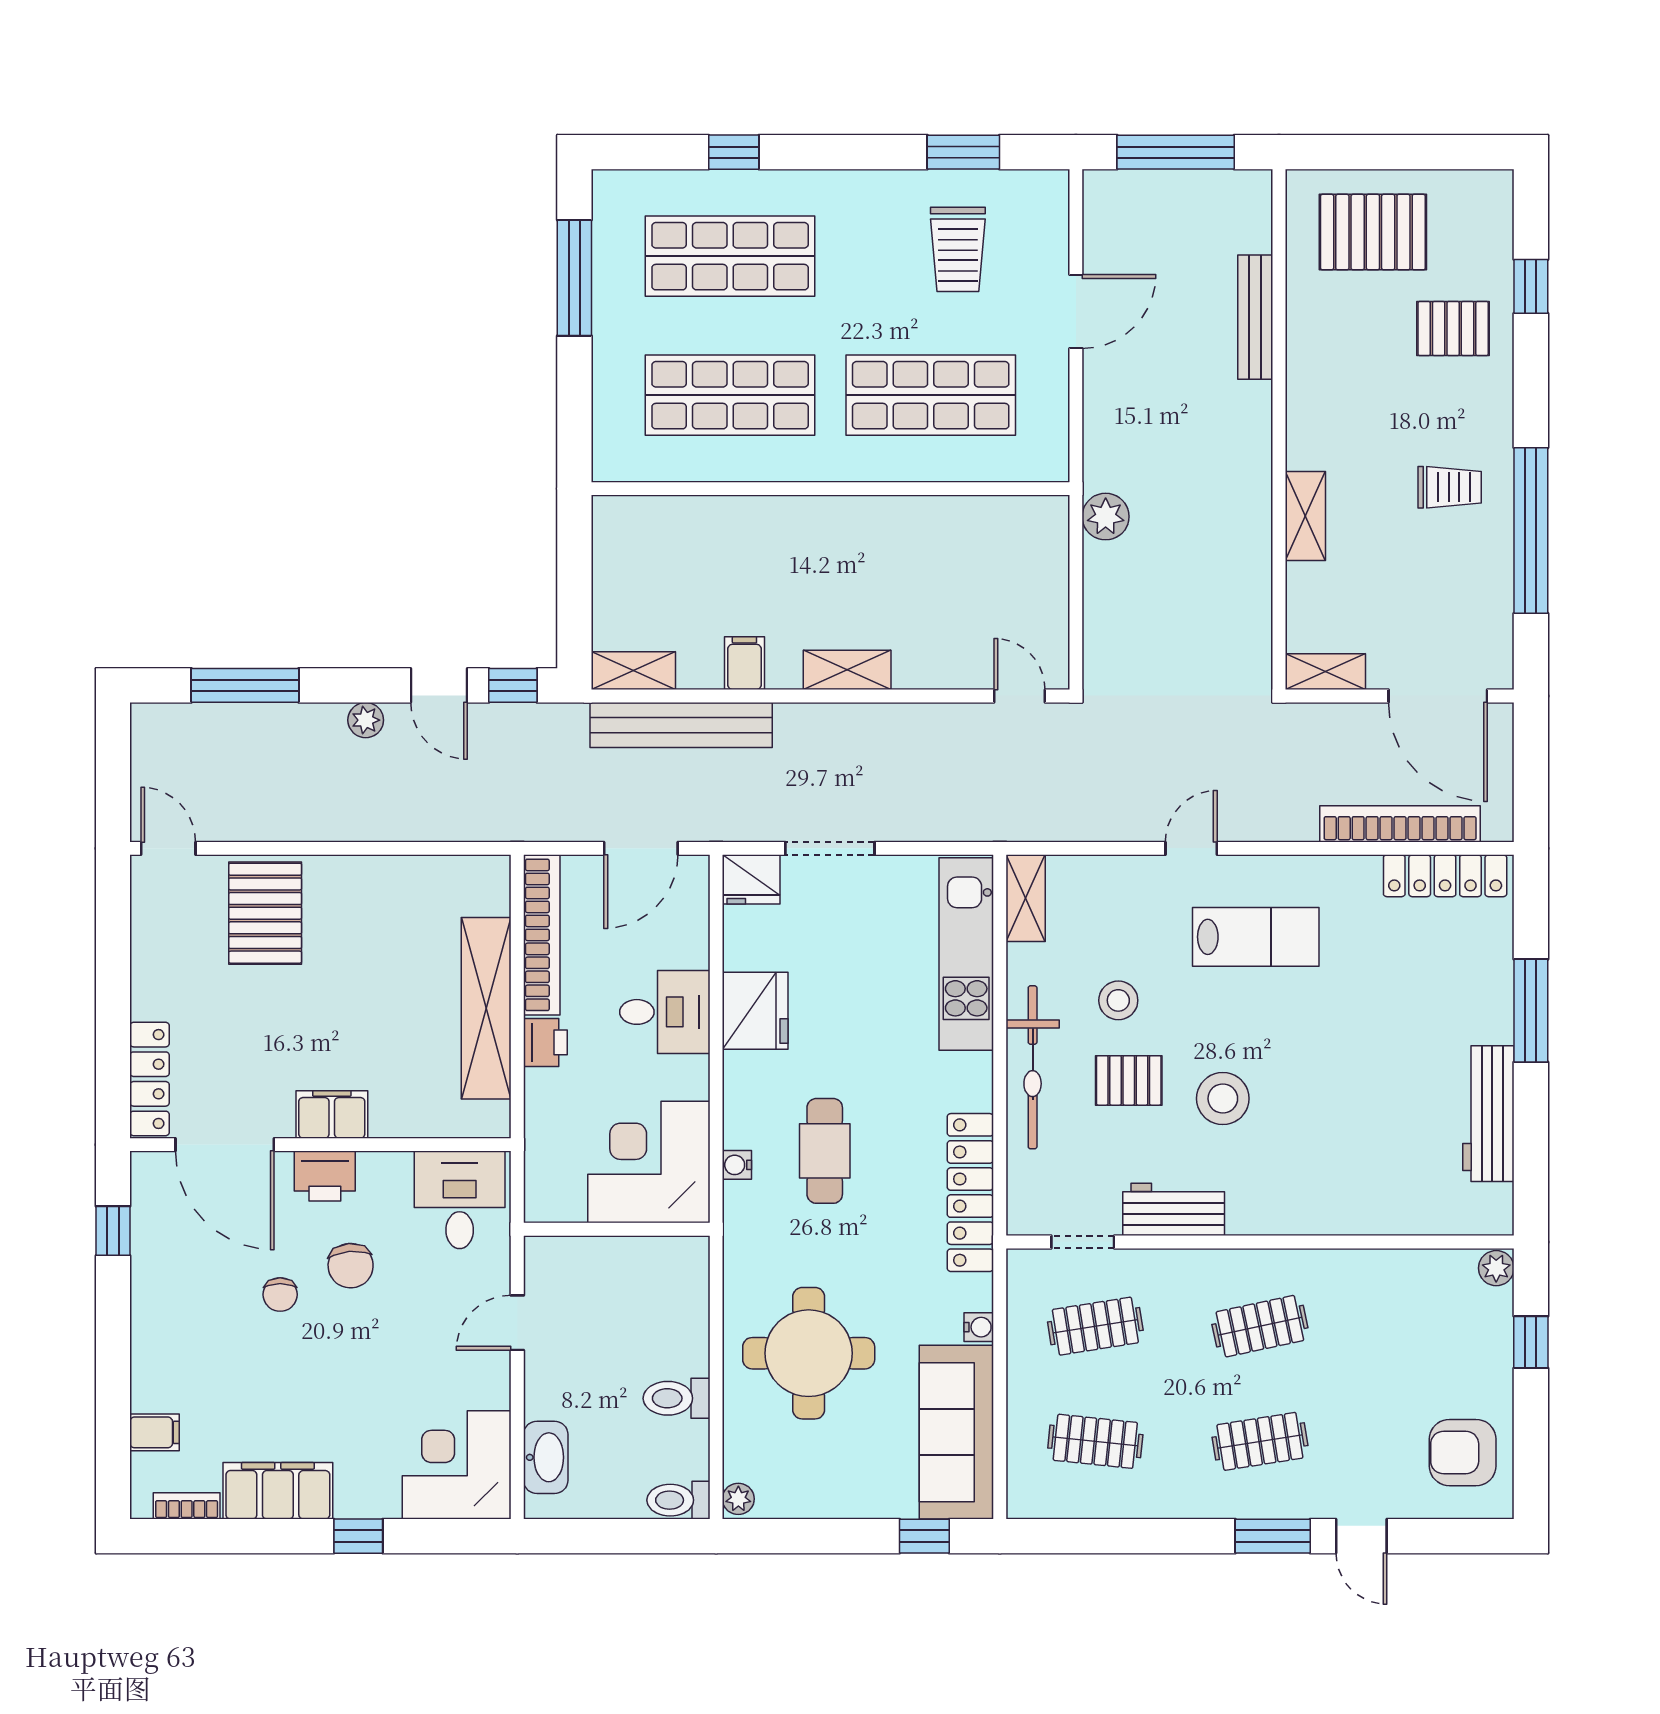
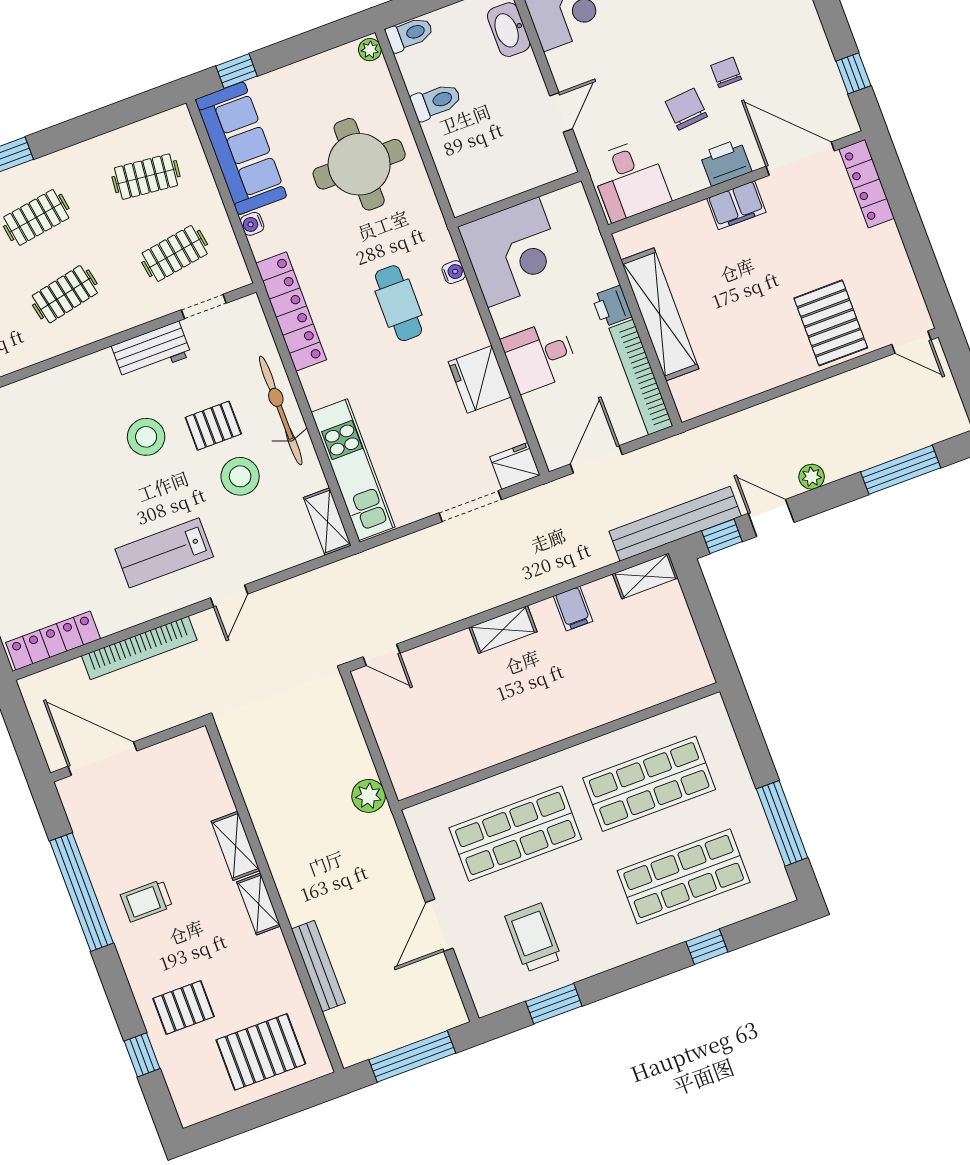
shelving: (1325, 672) -> (259, 904), moved, turned 90
bench: (681, 725) -> (675, 524), moved
bookcase: (1400, 824) -> (139, 648), moved
stool: (1118, 1000) -> (240, 476), width x1.38, depth x1.38

